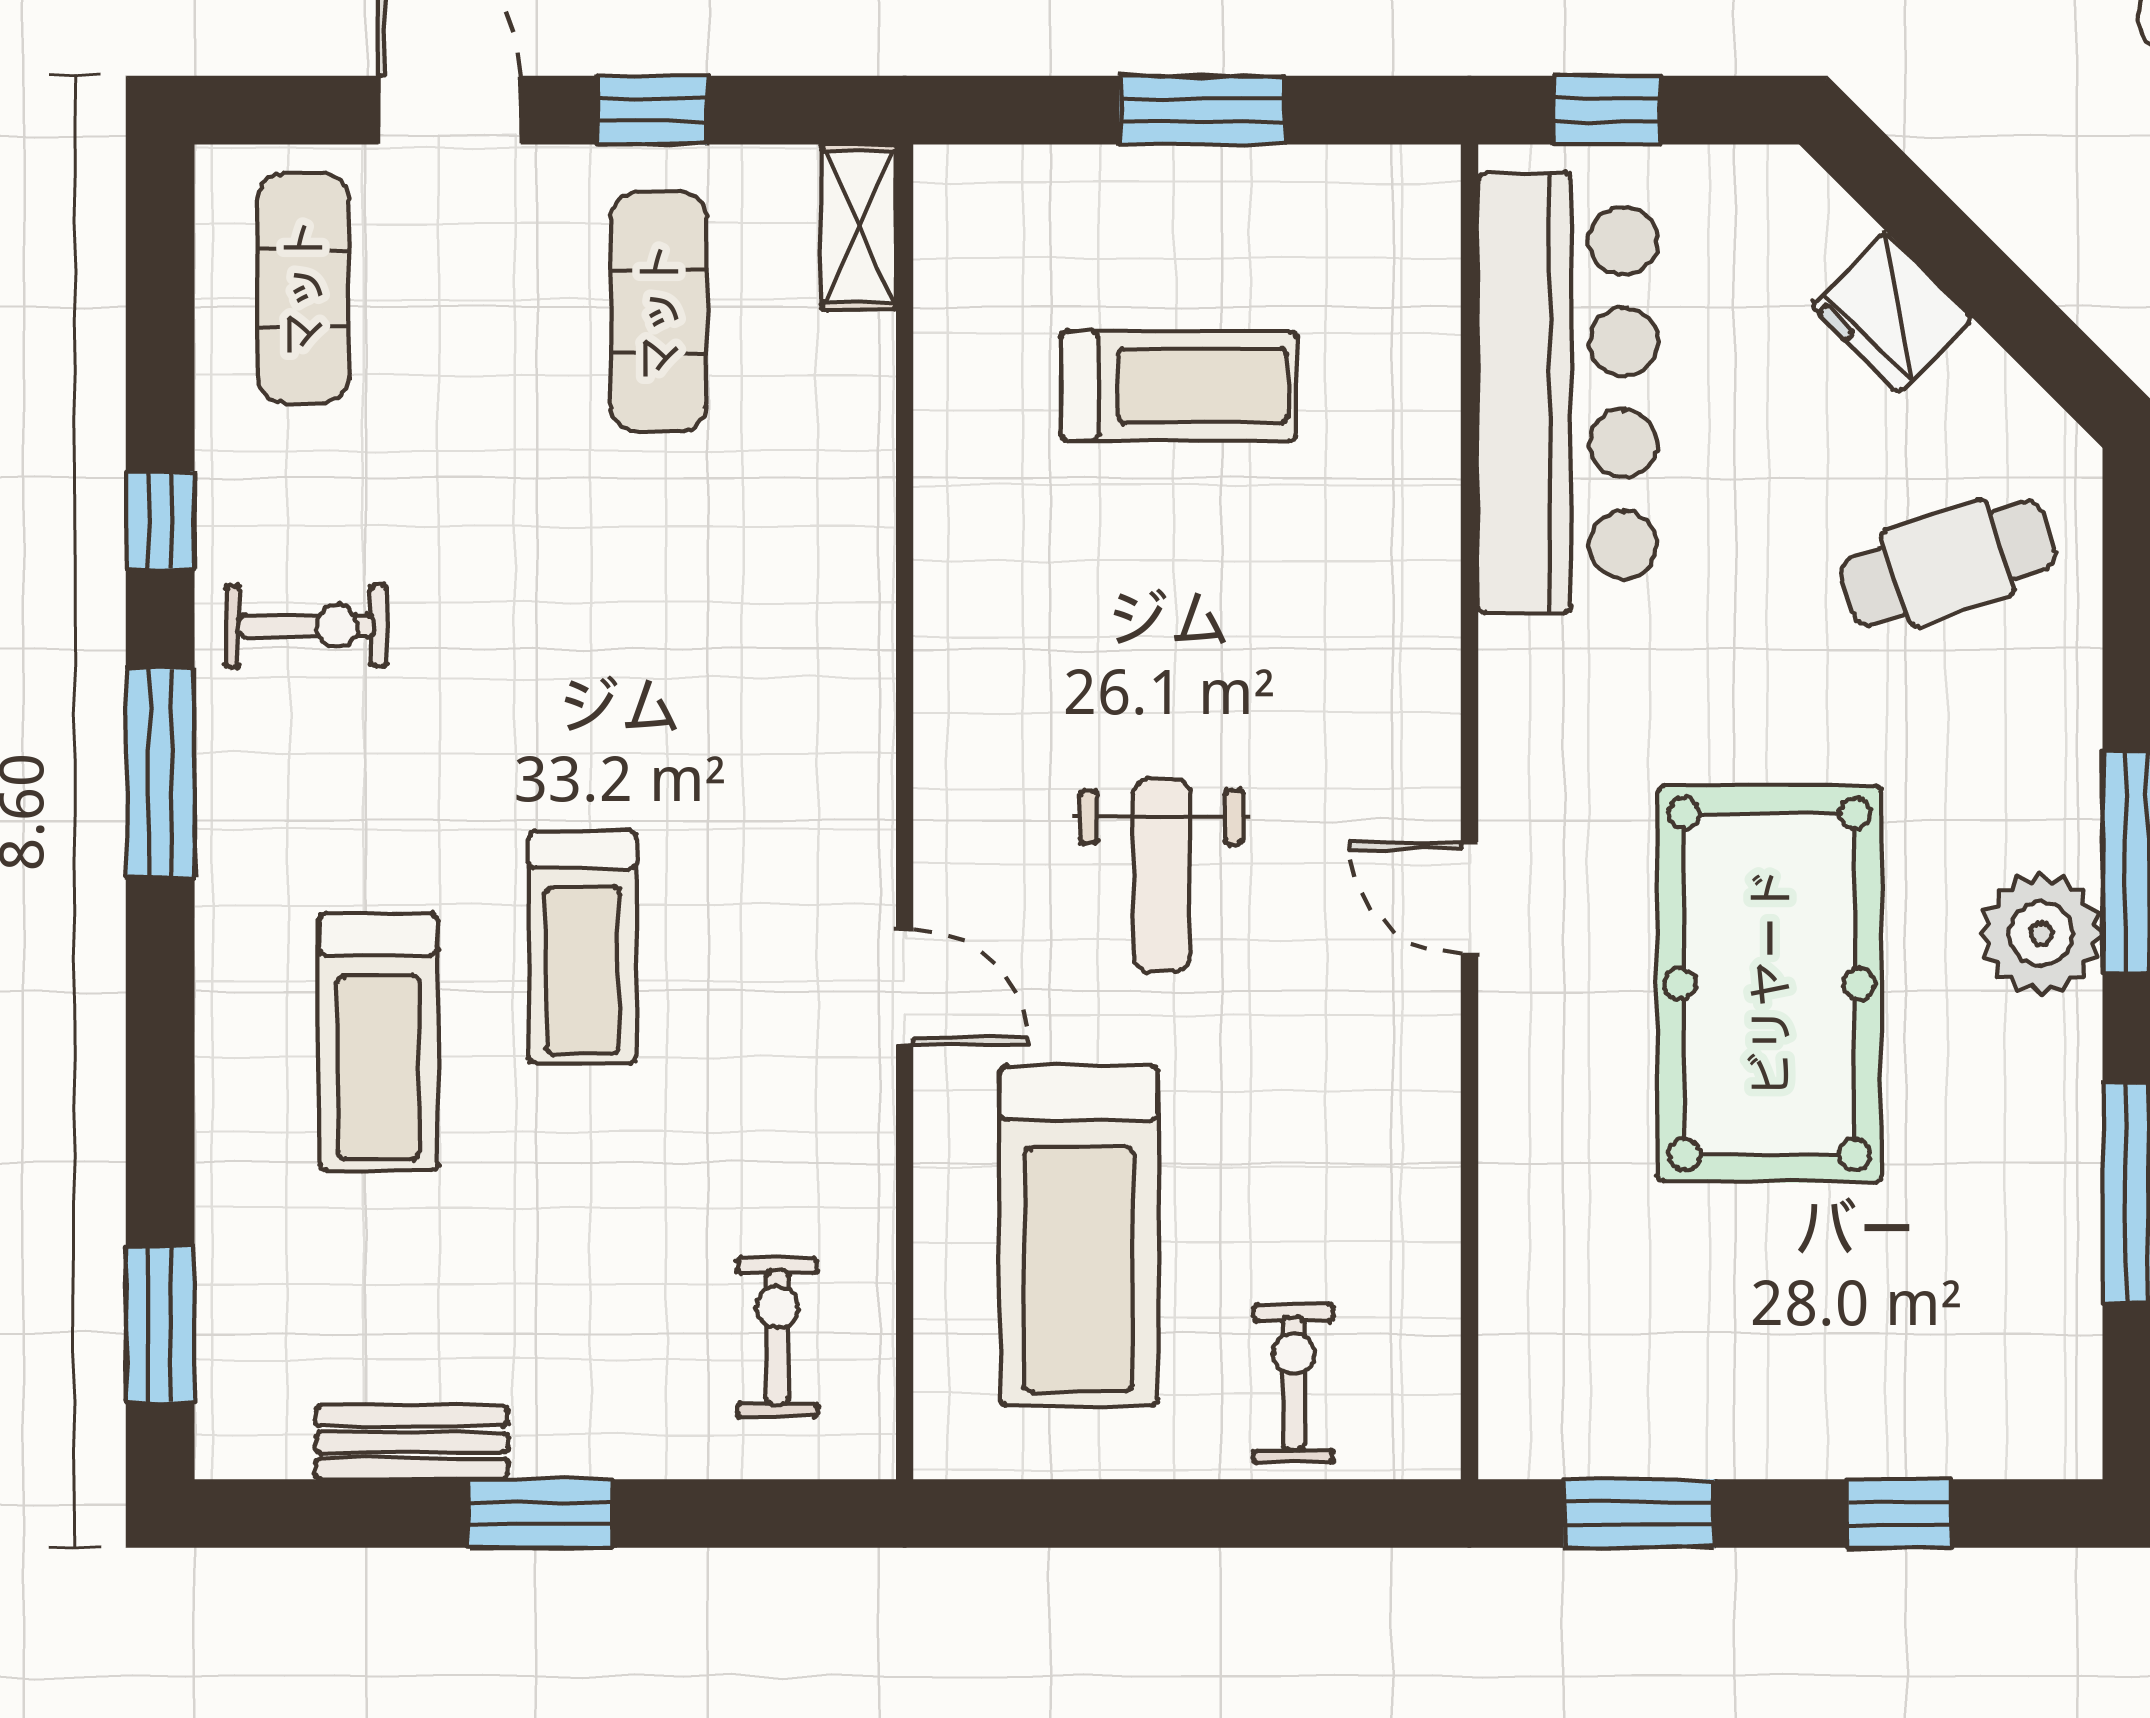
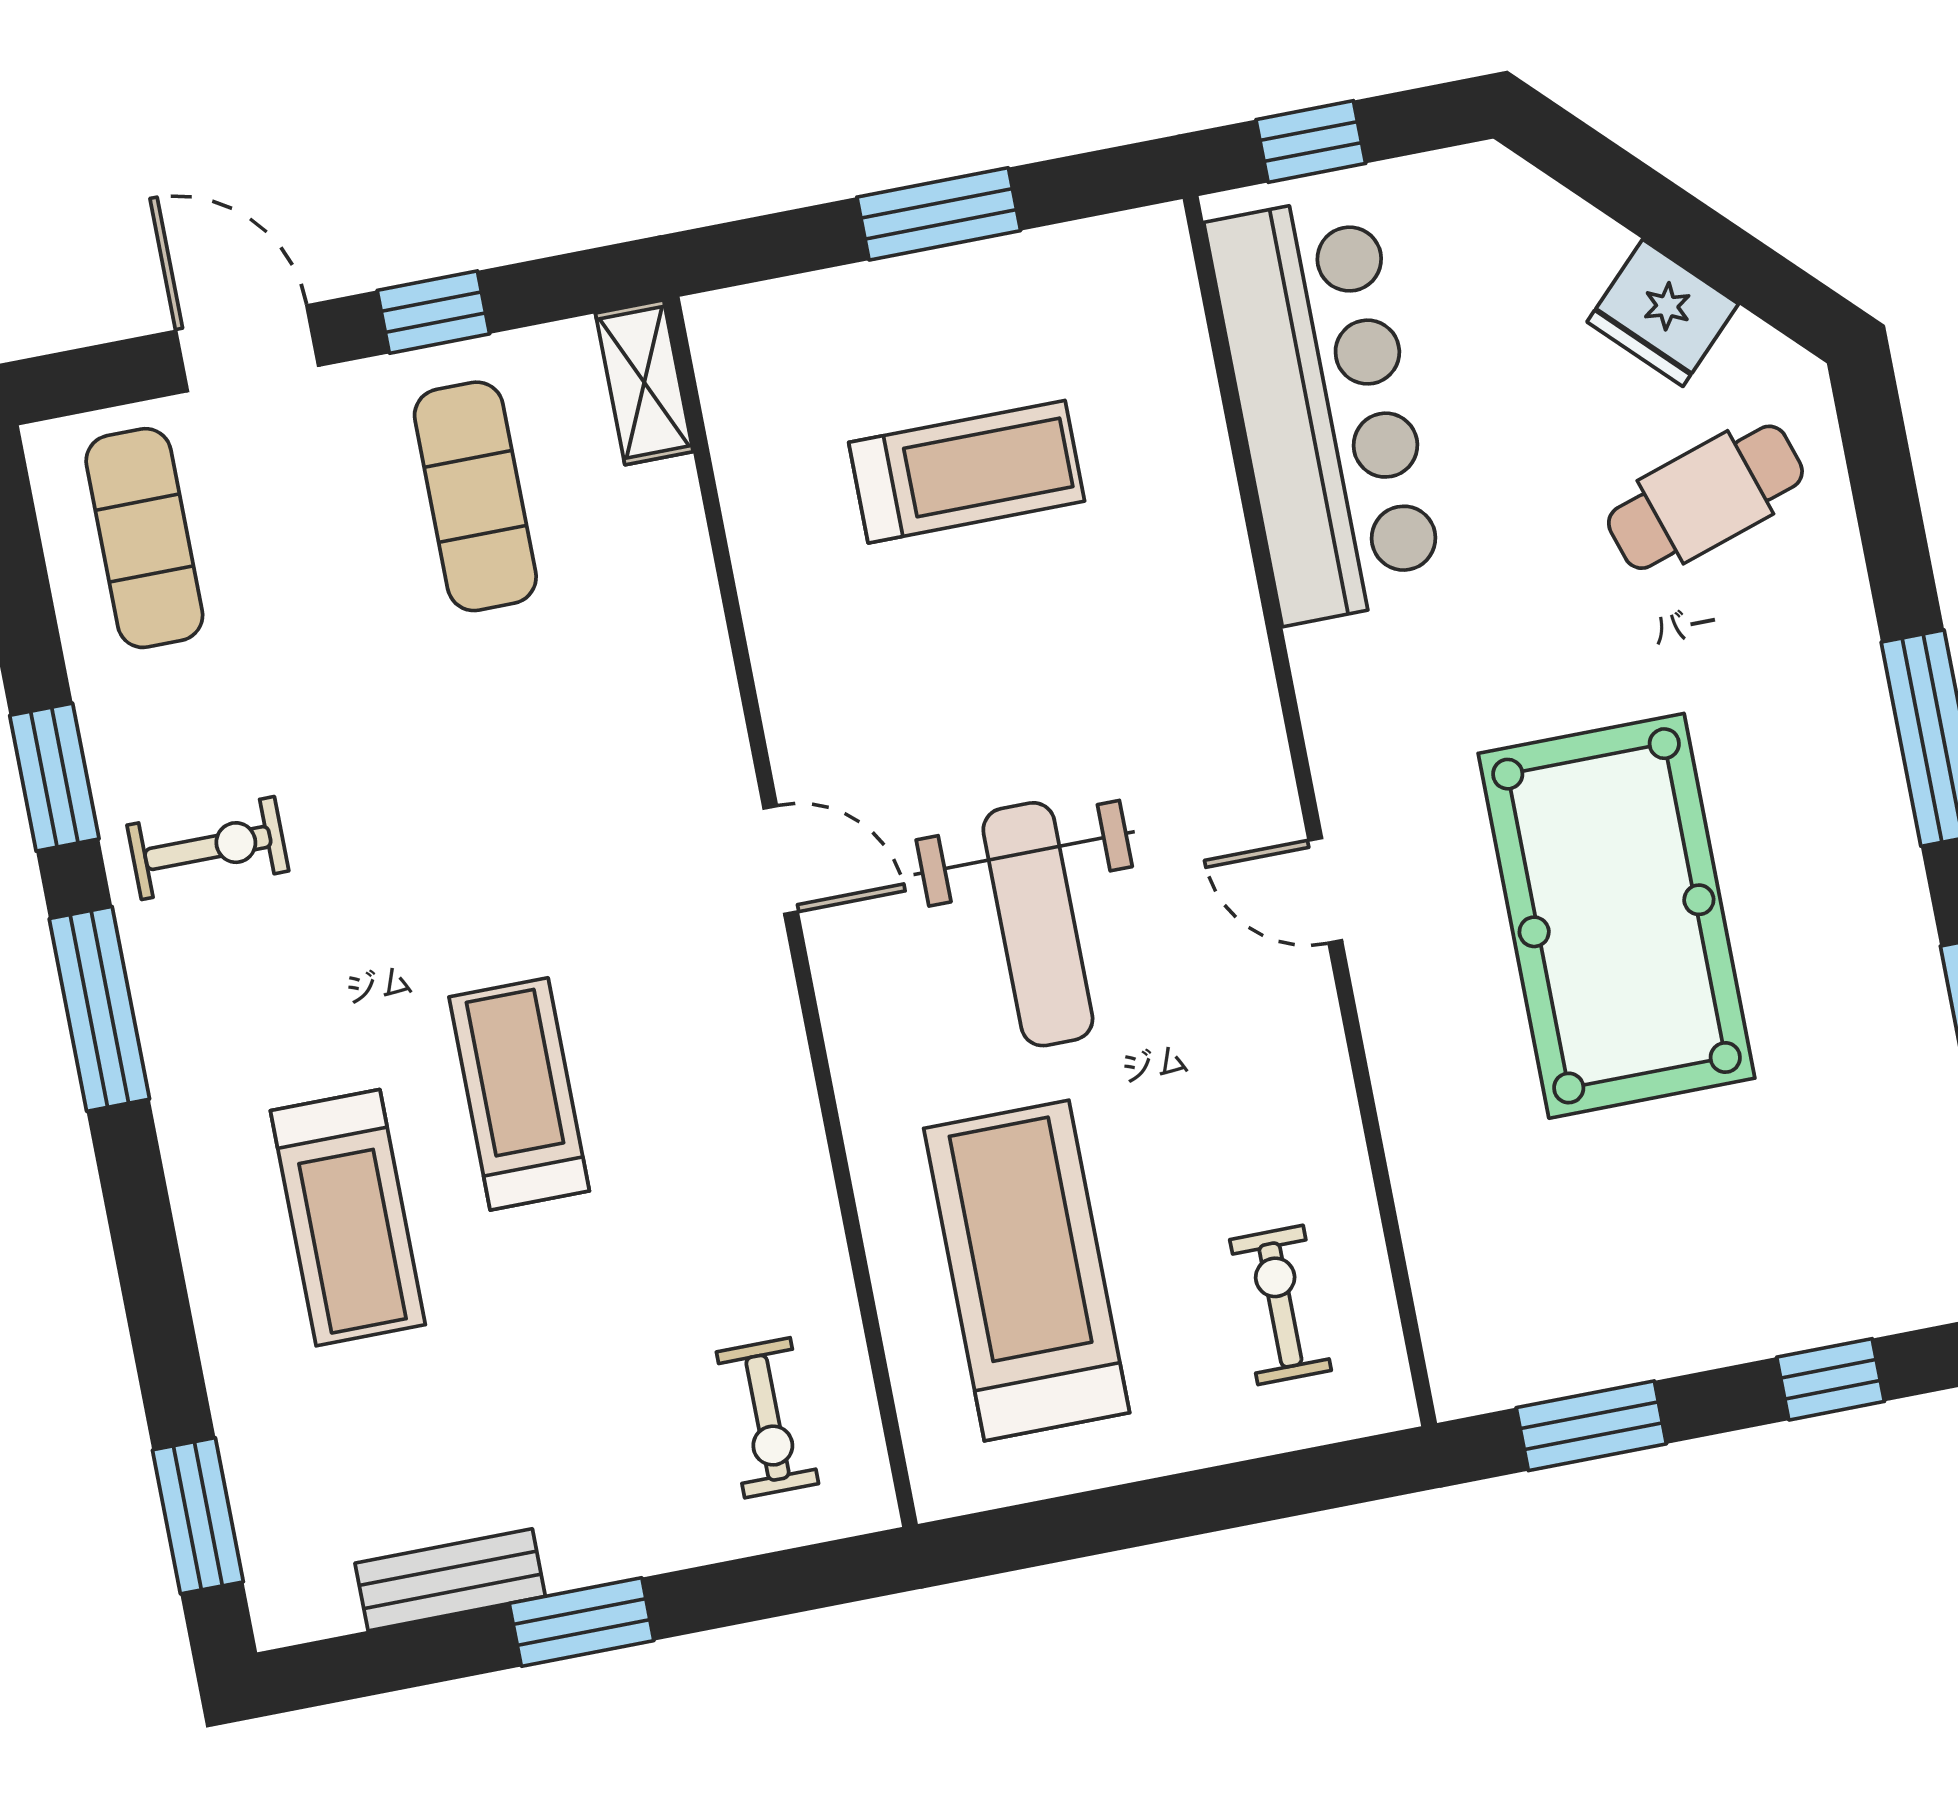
fridge: (1892, 312) -> (1663, 313), moved
window: (160, 520) -> (54, 777), width x1.50
weight bench: (1161, 875) -> (1038, 924), width x1.36, depth x1.33
plant: (2041, 934) -> (1857, 821), removed
treadmill: (583, 947) -> (519, 1094), turned 180
door: (905, 987) -> (781, 860), moved
treadmill: (1079, 1236) -> (1027, 1271), turned 180
exercise bike: (777, 1337) -> (767, 1418), turned 180
exercise bike: (1293, 1384) -> (1280, 1305), moved

